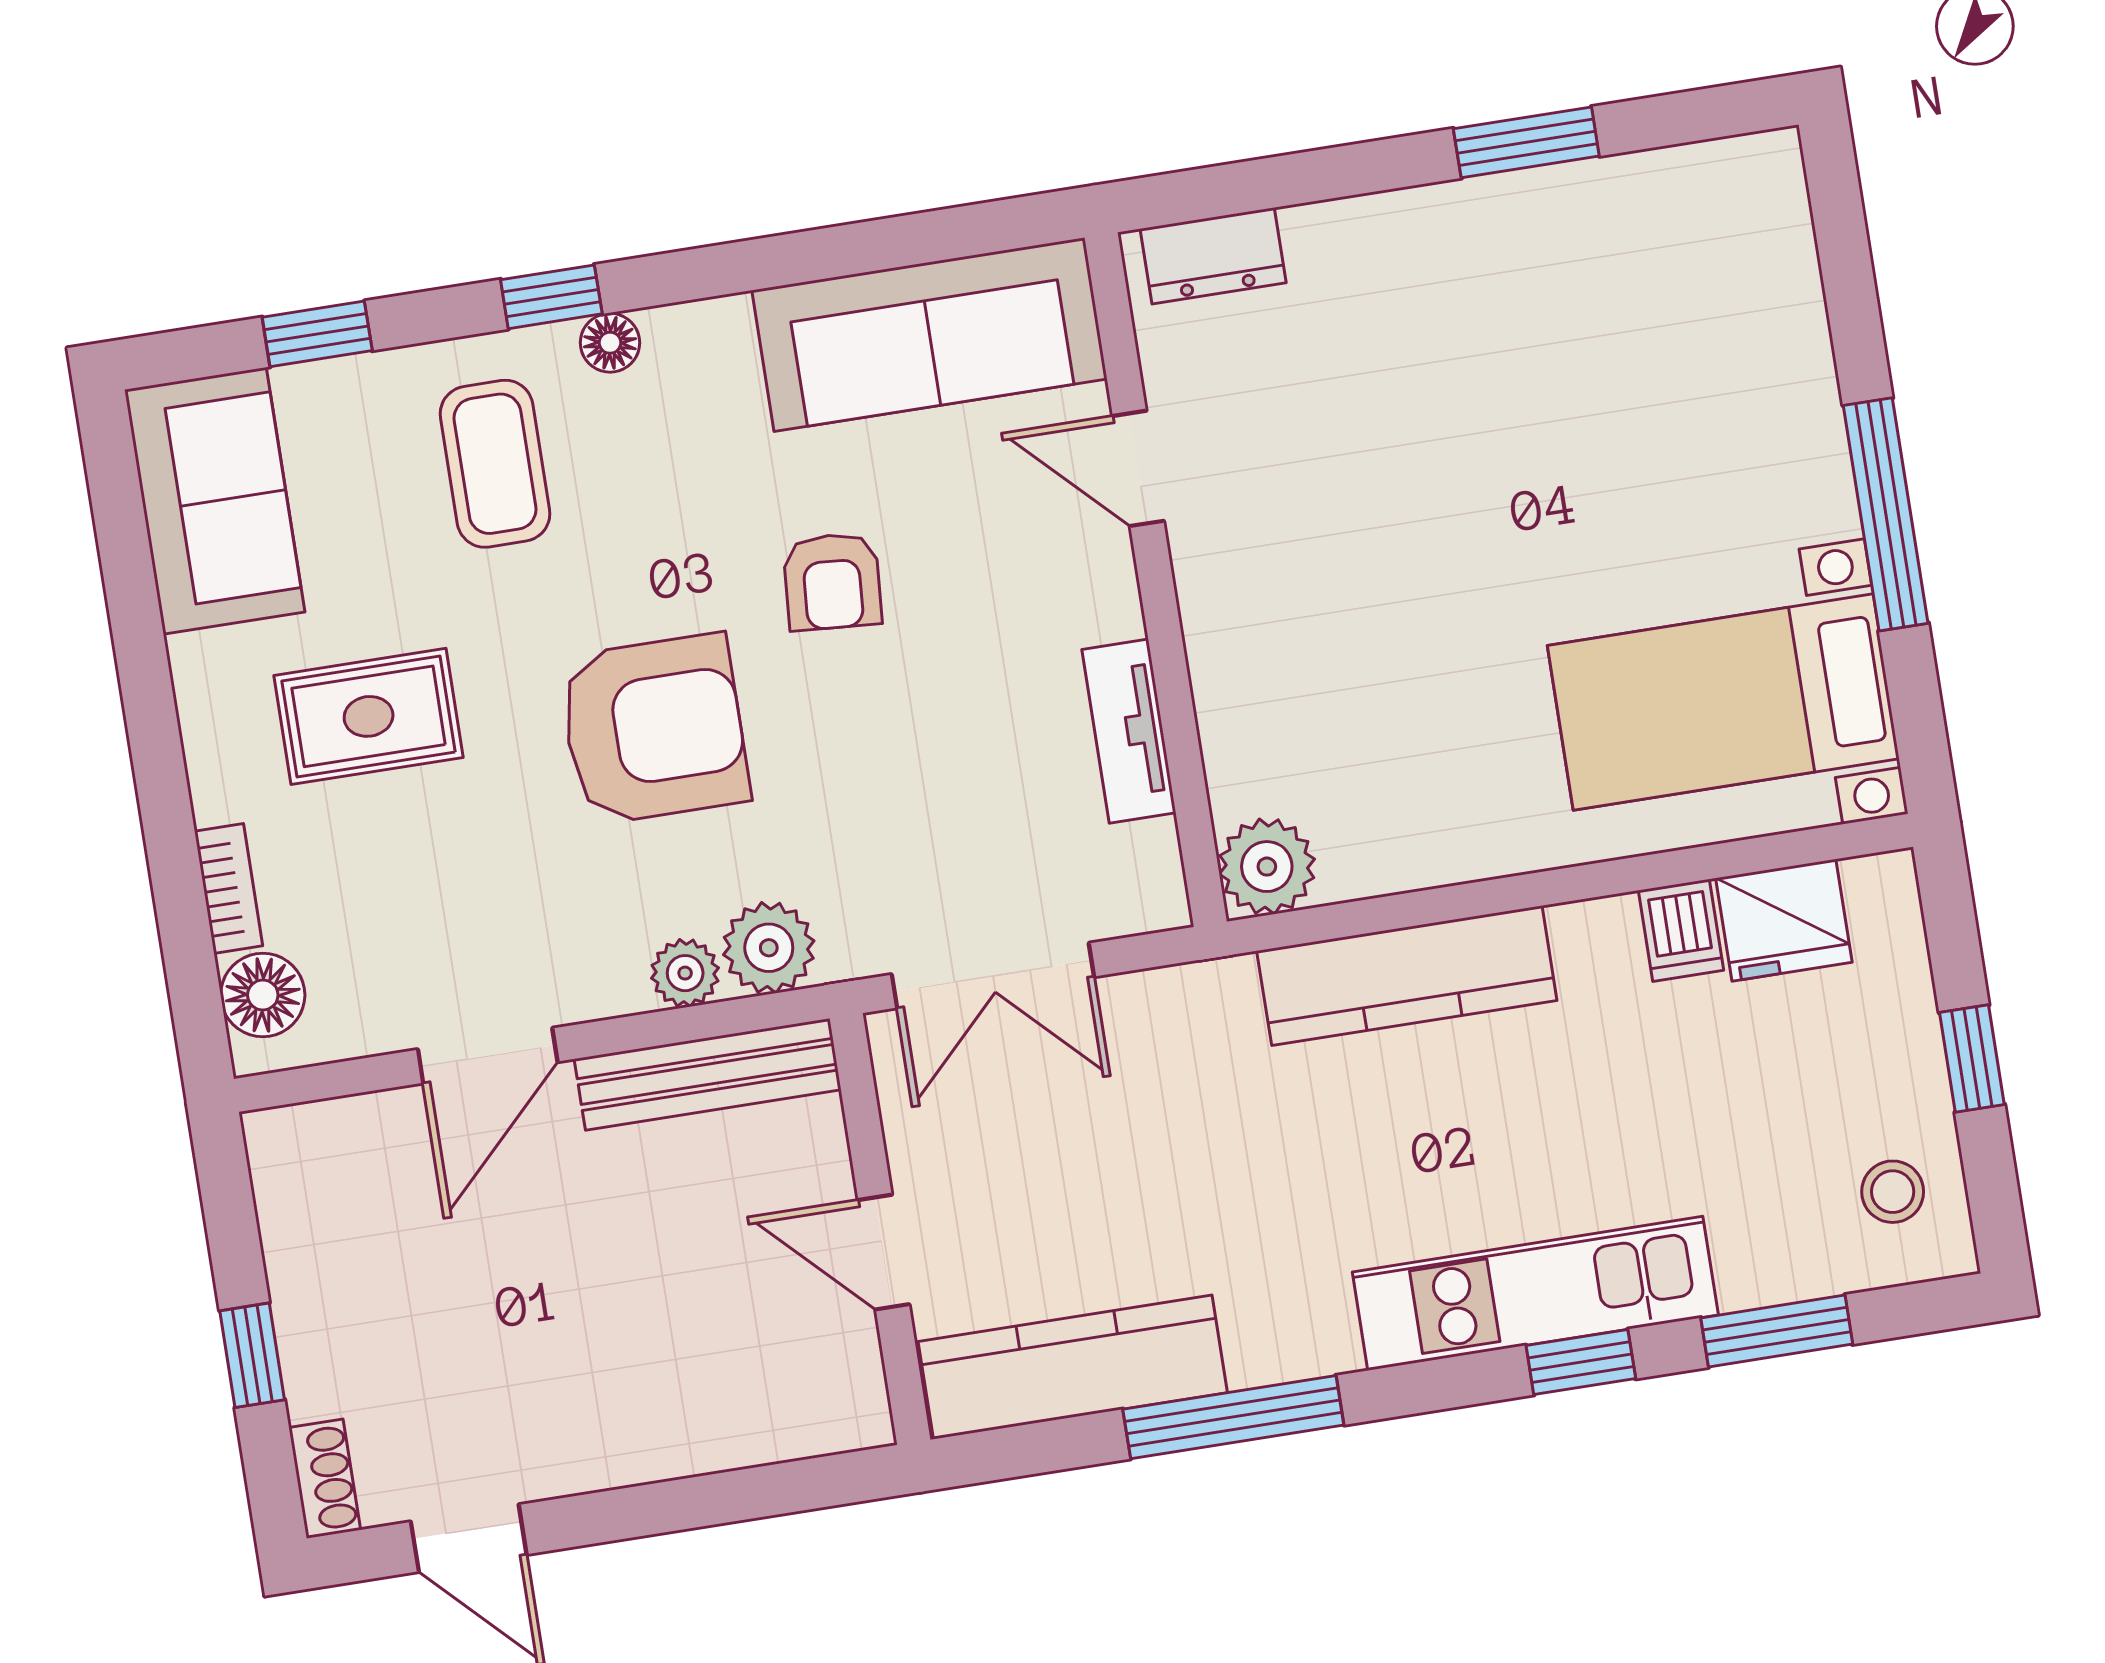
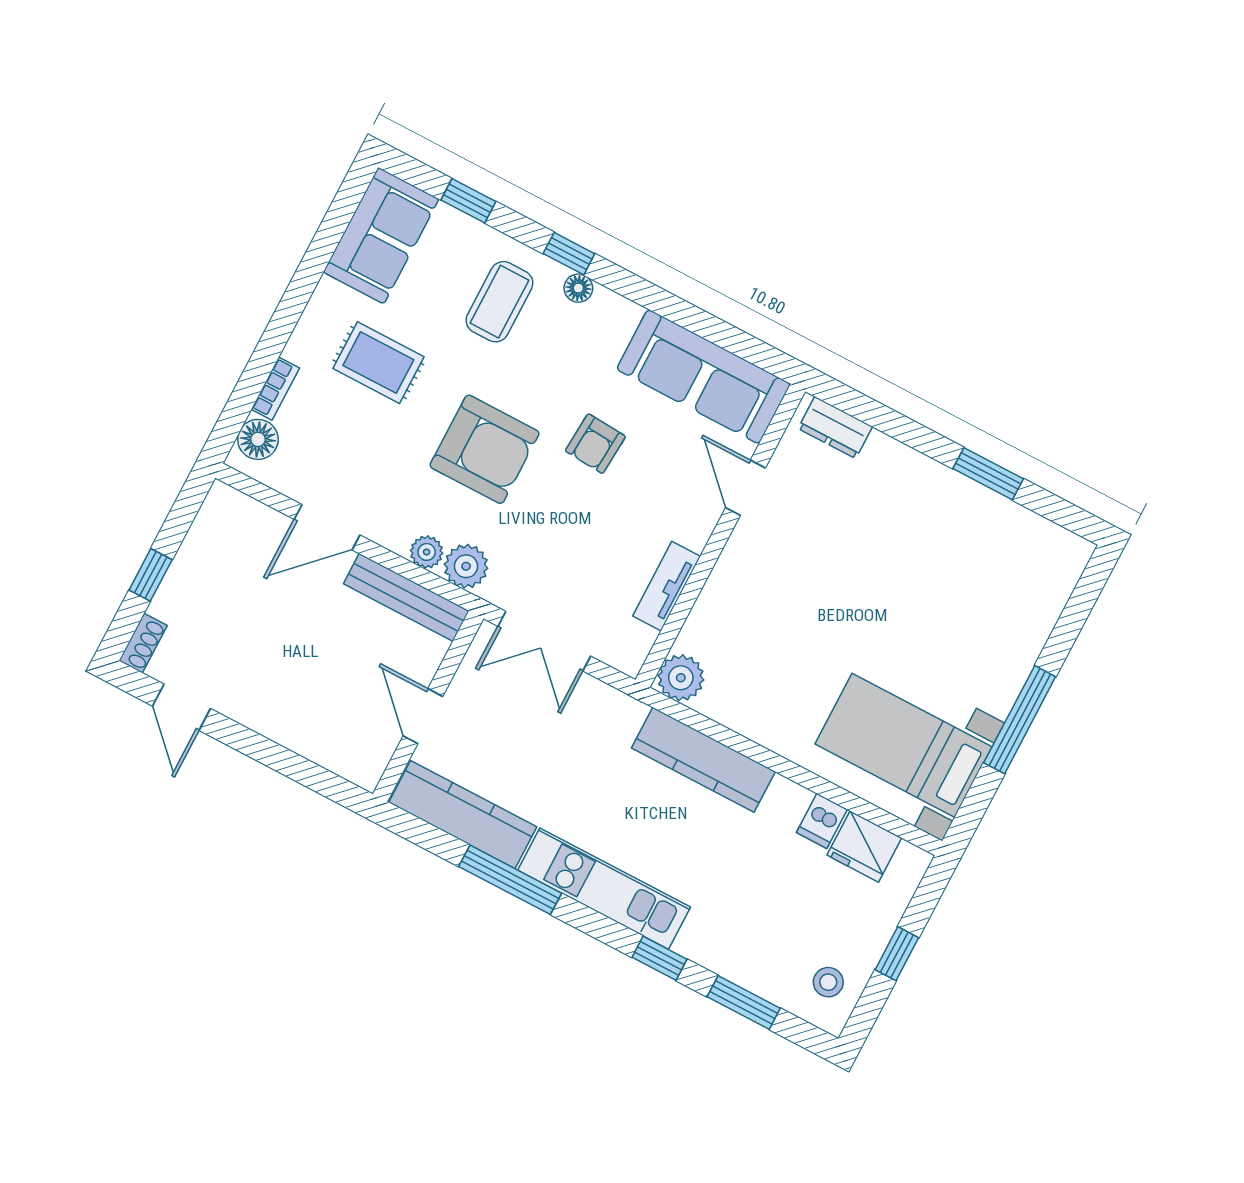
kitchen unit: (1535, 1293) -> (604, 889), moved

